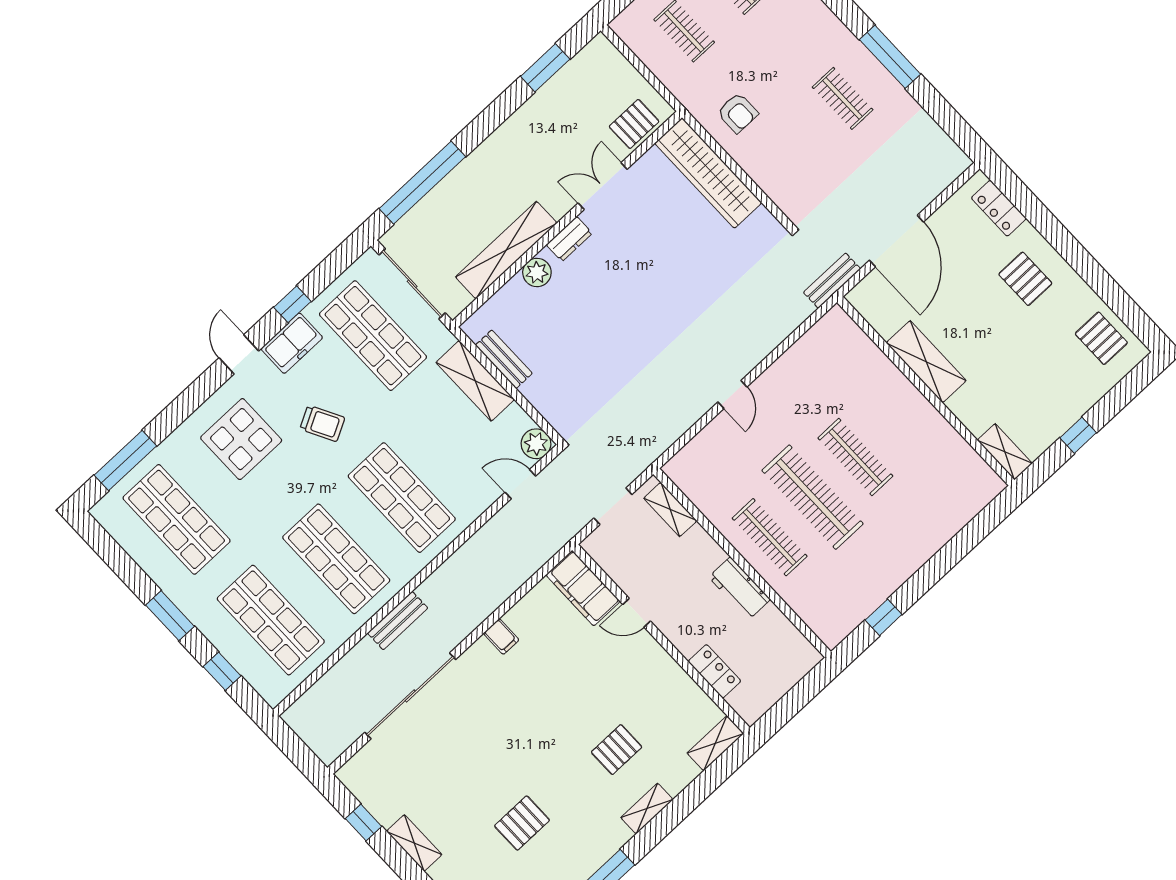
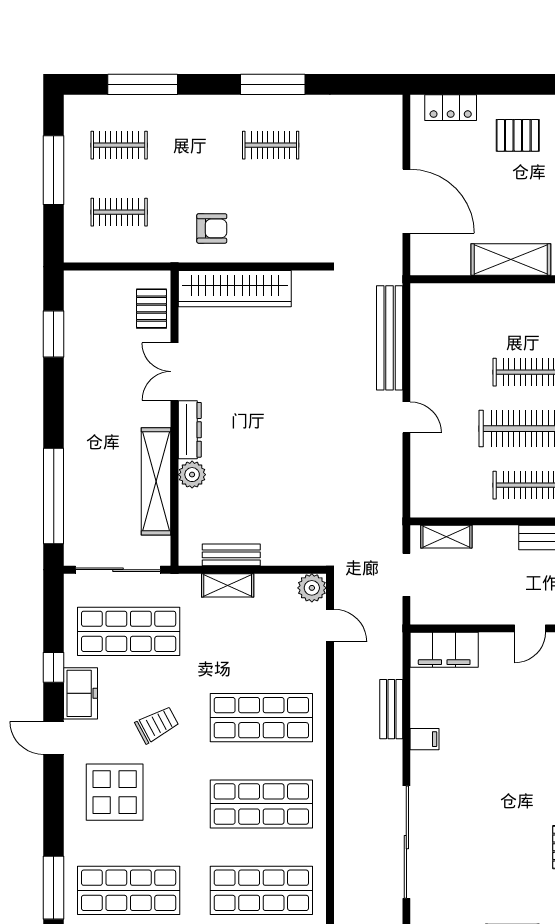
dresser: (569, 239) -> (190, 430), width x1.44
bench: (832, 281) -> (390, 338), moved, width x1.86, depth x1.21
shelving: (475, 381) -> (228, 585), width x0.67, depth x0.75
door: (520, 484) -> (330, 625), swing flipped
door: (637, 613) -> (530, 628), moved
bench: (398, 621) -> (391, 709), moved

